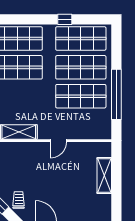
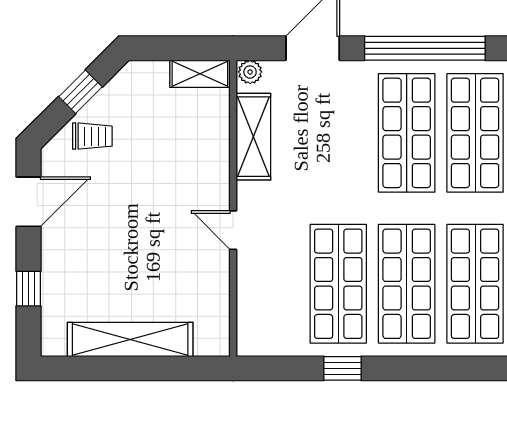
window: (116, 94) -> (342, 368), width x0.32
shelving: (104, 176) -> (130, 339), width x1.47

